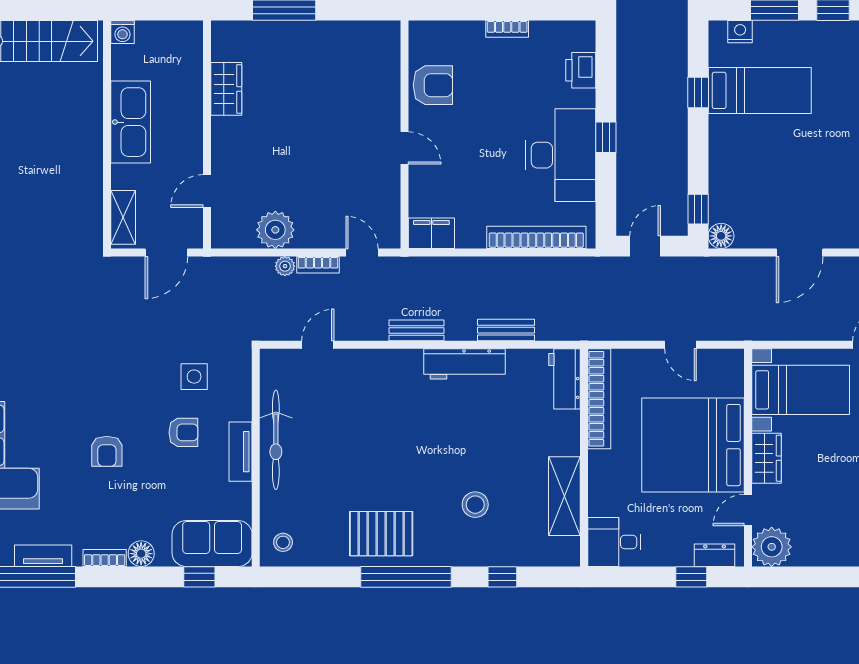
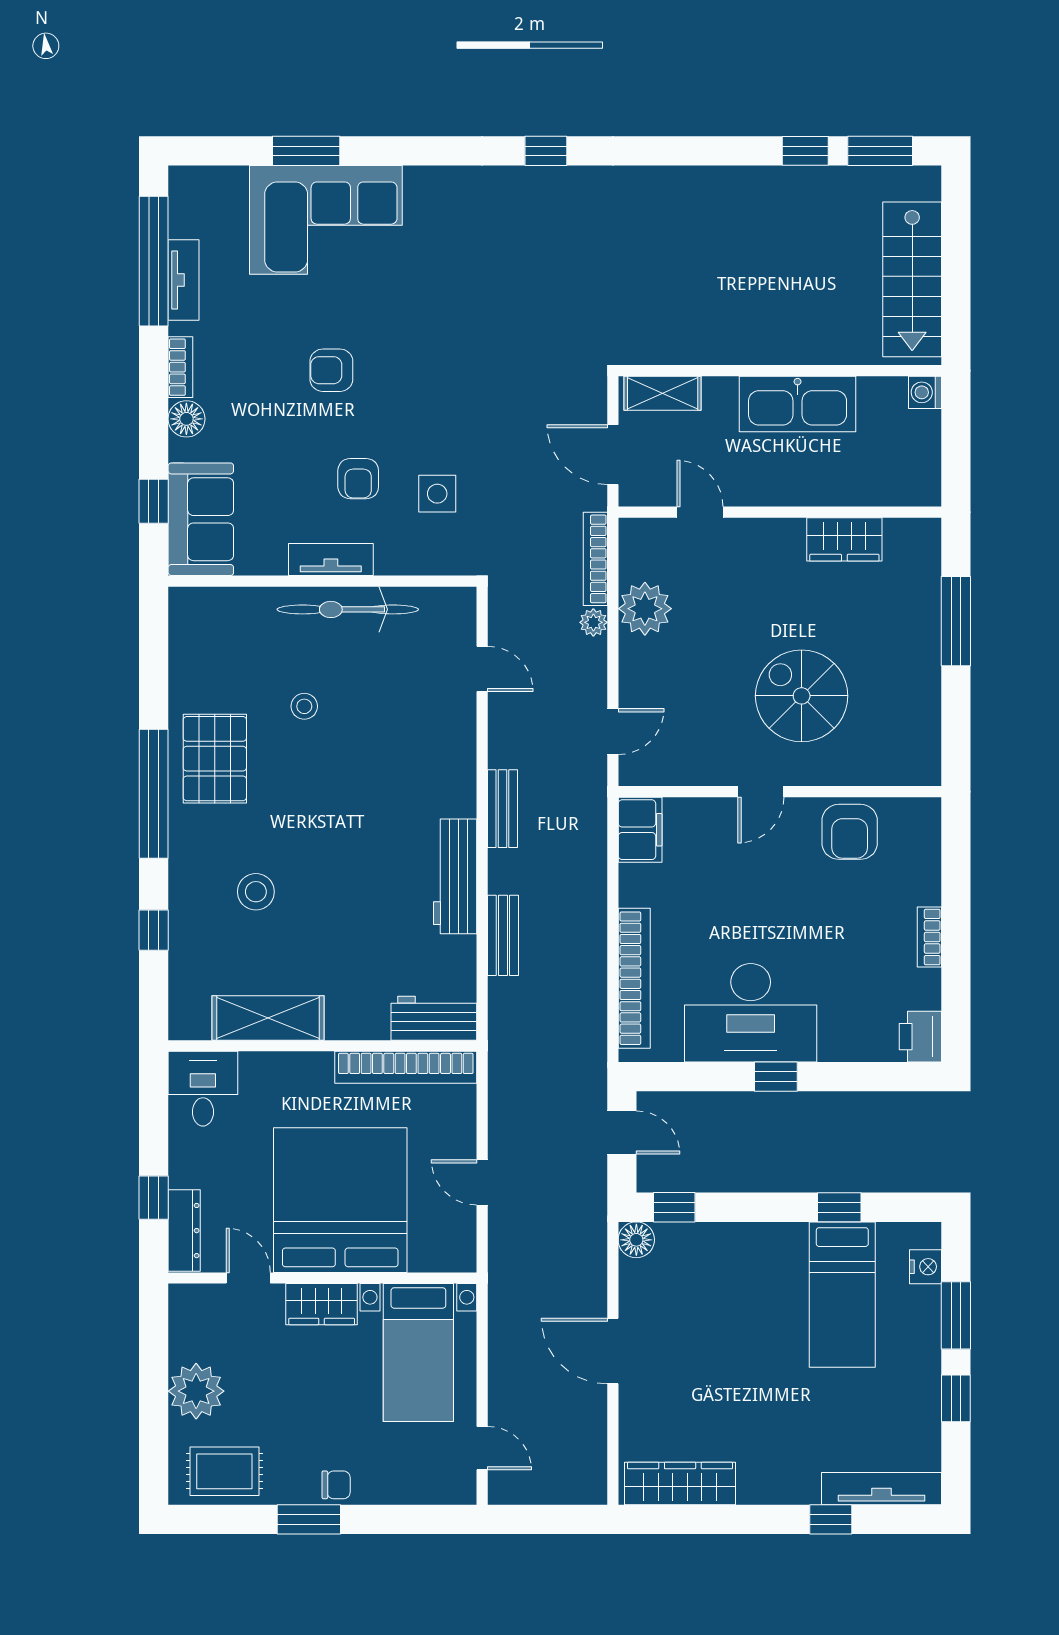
printer: (581, 70) -> (920, 1037), moved, turned -90
spiral stairs: (337, 119) -> (802, 696), added
bookcase: (318, 265) -> (595, 559), moved, width x1.56
door: (680, 345) -> (482, 1182), hinge flipped
stool: (283, 542) -> (304, 706), moved
plant: (772, 547) -> (196, 1391), moved
dresser: (715, 555) -> (184, 1231), width x1.44

